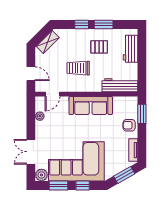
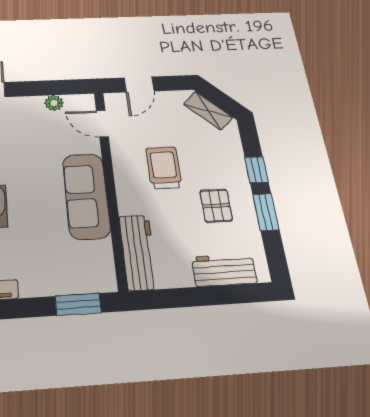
armchair: (129, 125) -> (49, 278), removed

